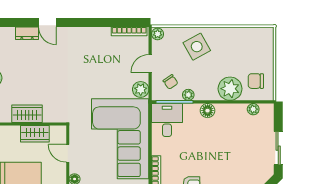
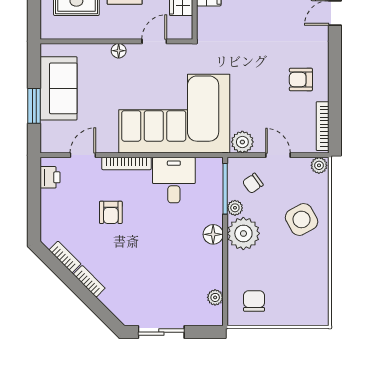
armchair: (95, 47) -> (301, 79), added
plant: (230, 89) -> (243, 233), moved
desk: (167, 120) -> (174, 180), moved, turned -90

